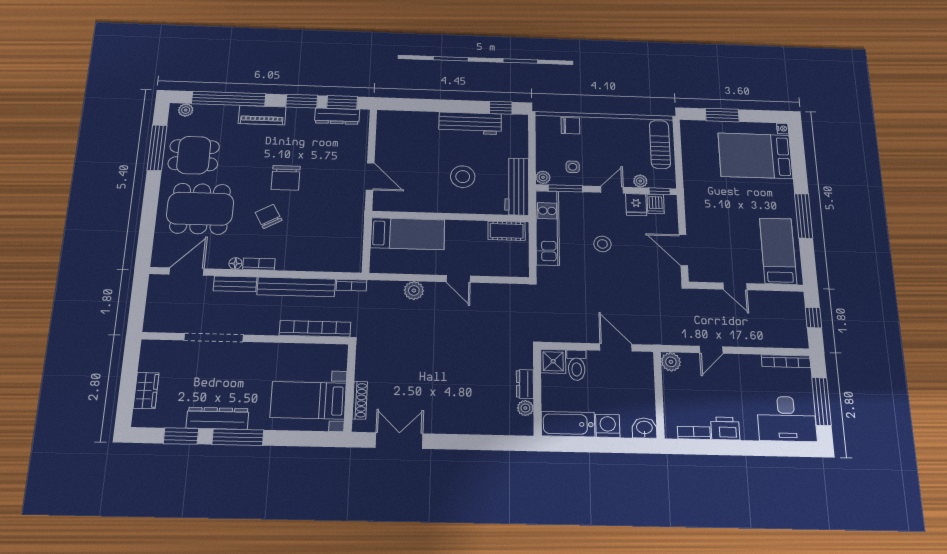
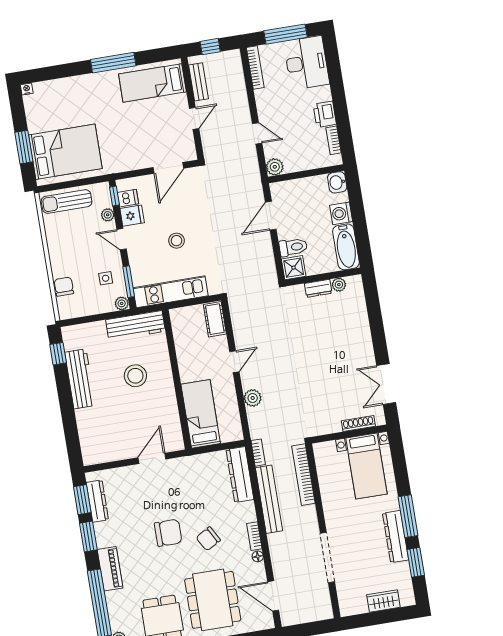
bed: (755, 156) -> (65, 152), moved, turned -90
cot: (507, 231) -> (215, 319), moved
dresser: (331, 262) -> (240, 475), added
bench: (235, 284) -> (199, 82), moved

